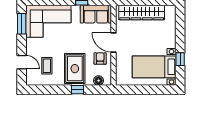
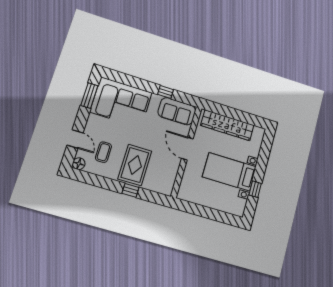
armchair: (100, 58) -> (167, 162), removed
bed with nightstands: (154, 67) -> (229, 172), moved
floor lamp: (99, 81) -> (79, 164), moved

